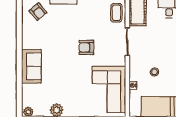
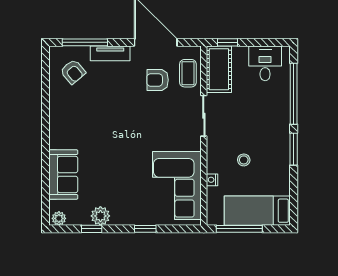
armchair: (86, 47) -> (158, 80), moved
sofa: (31, 66) -> (63, 175), moved

